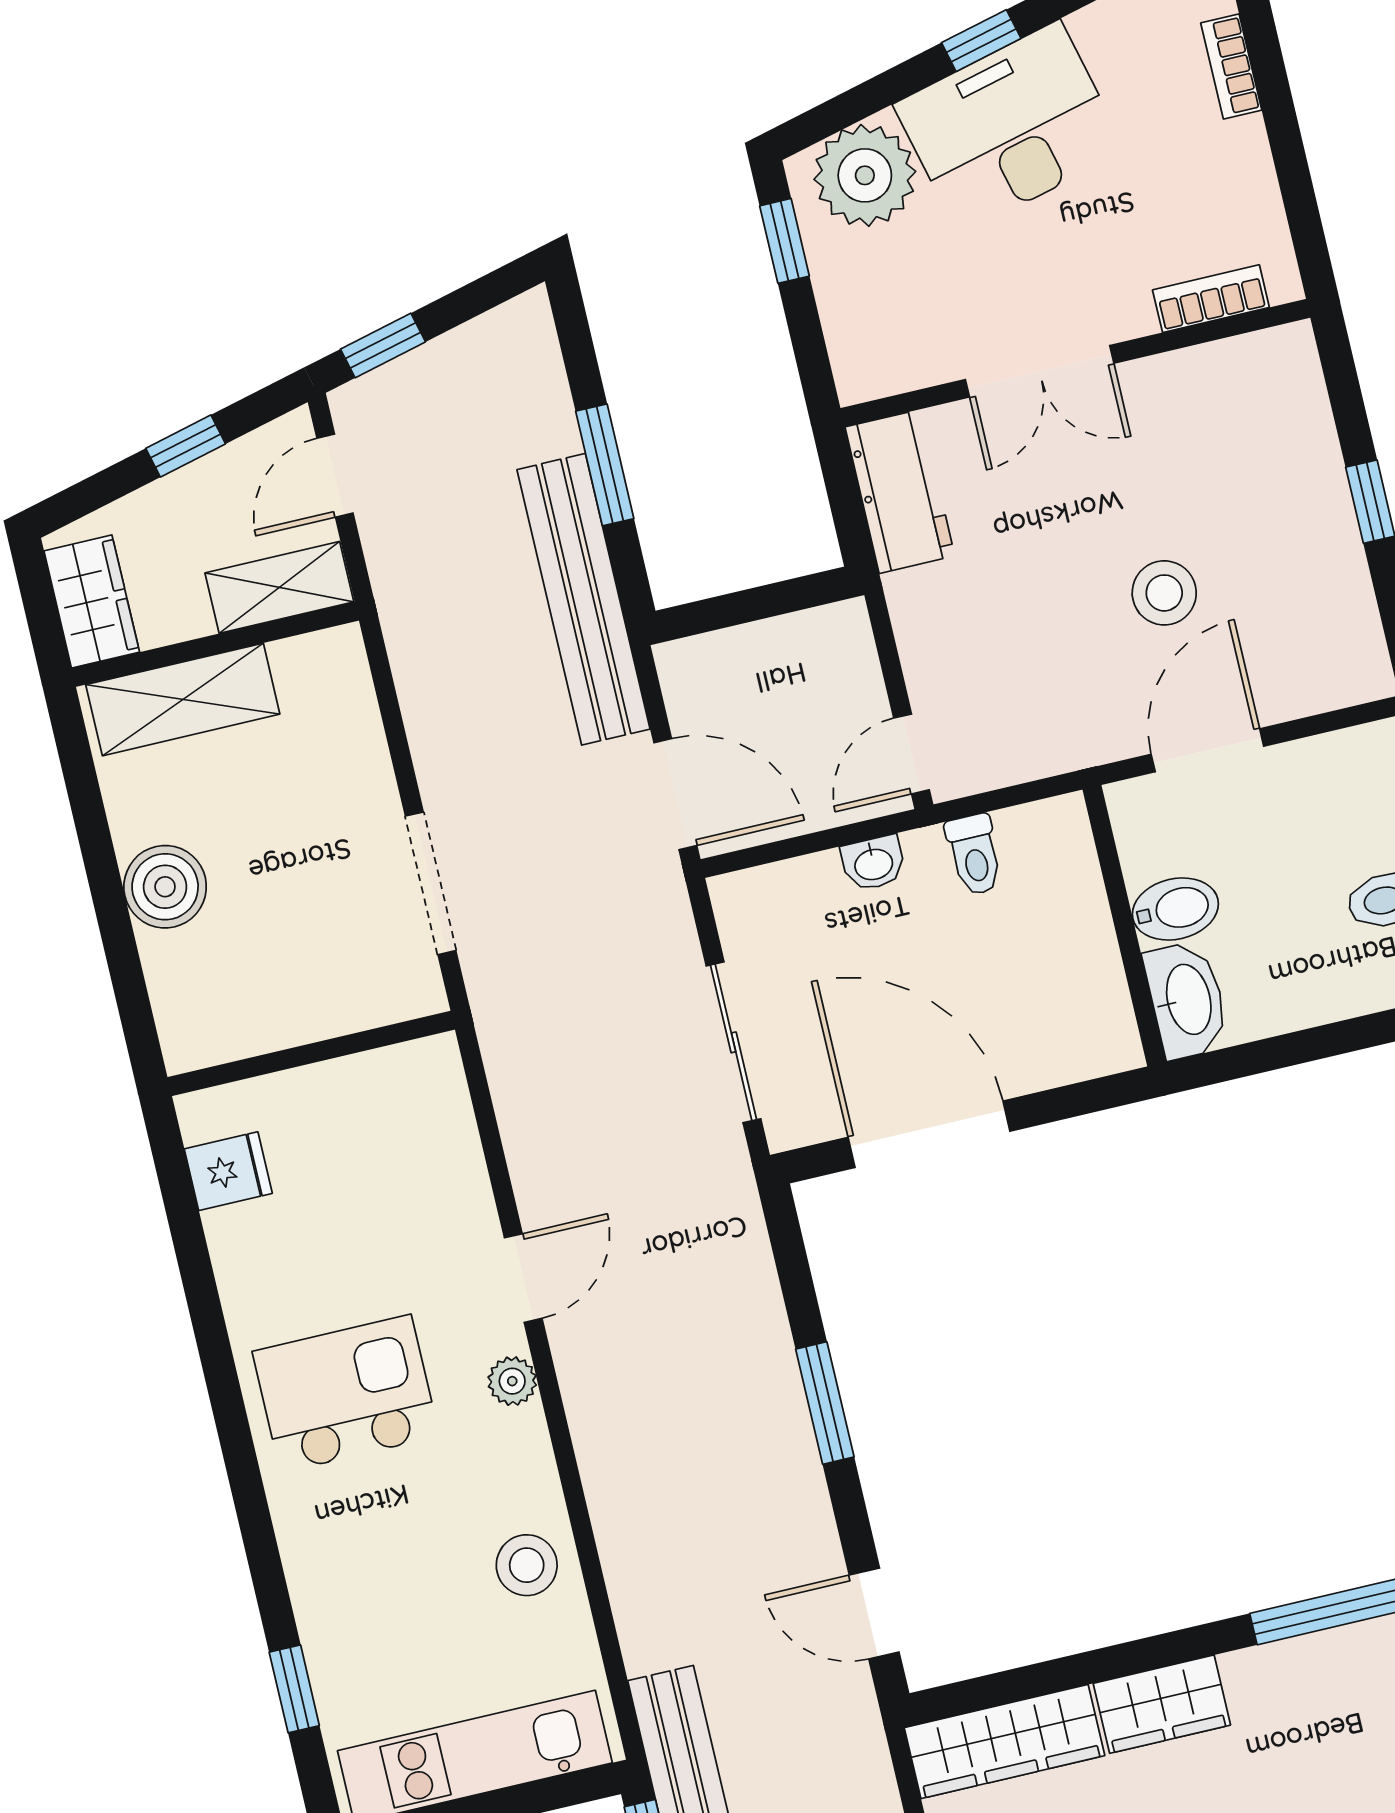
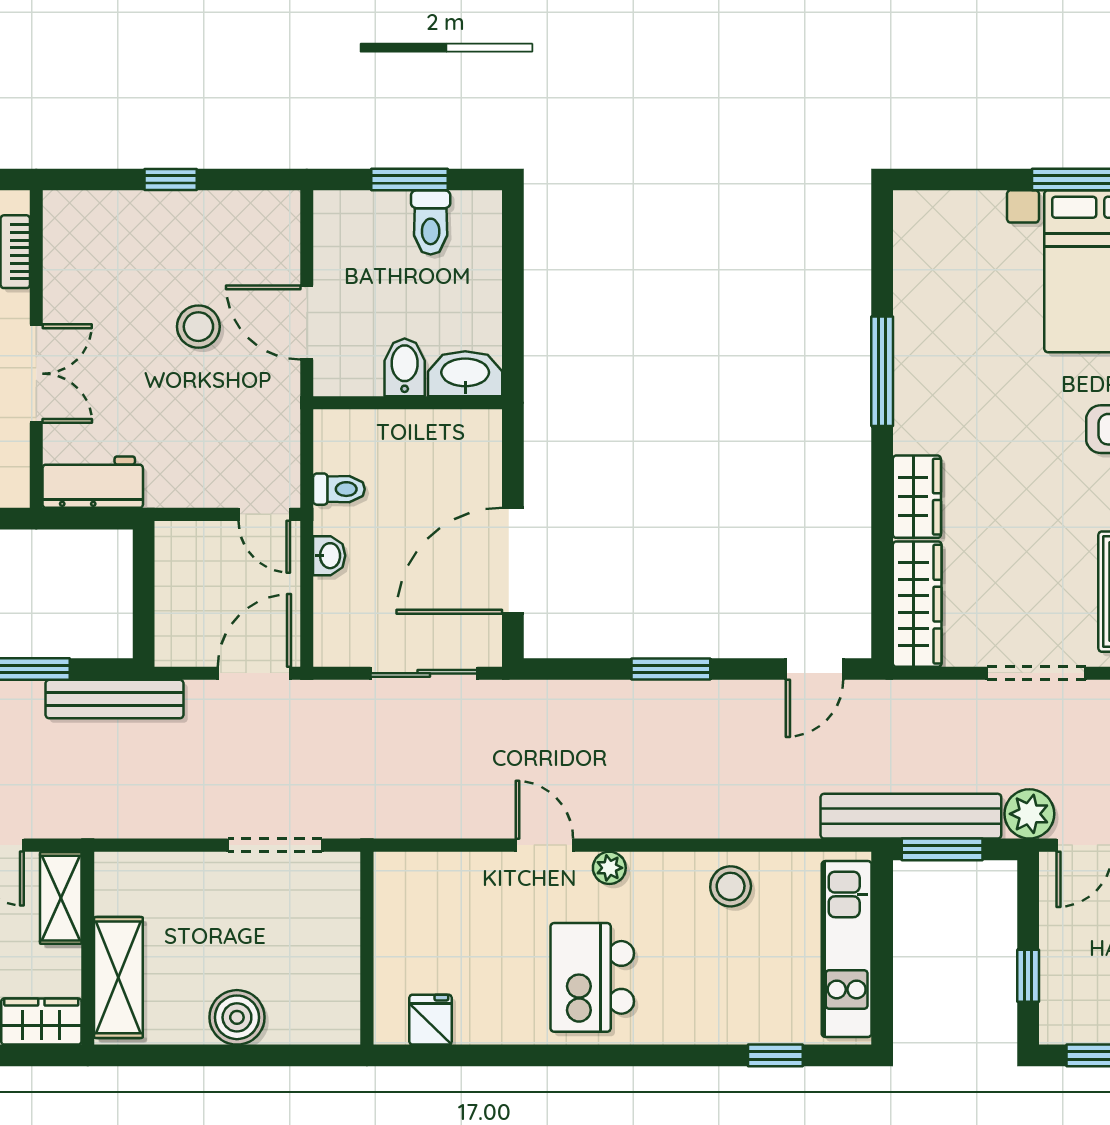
bench: (583, 599) -> (115, 699), width x0.73, depth x0.82

